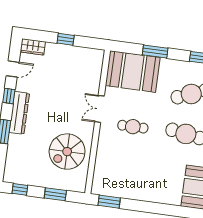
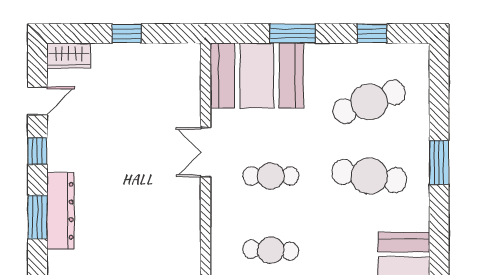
dresser: (19, 113) -> (60, 211), moved
spiral stairs: (67, 152) -> (157, 238), removed
cafe table: (127, 167) -> (271, 250), added

